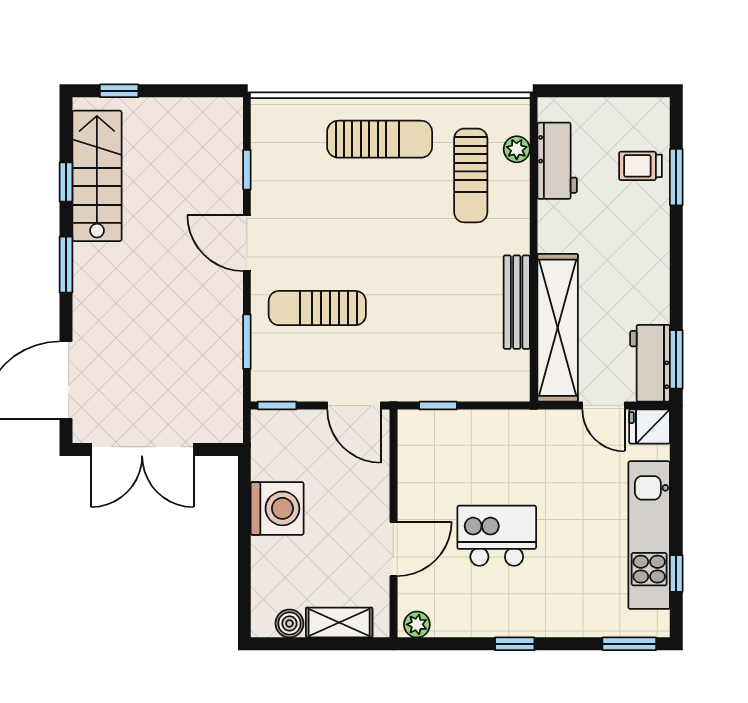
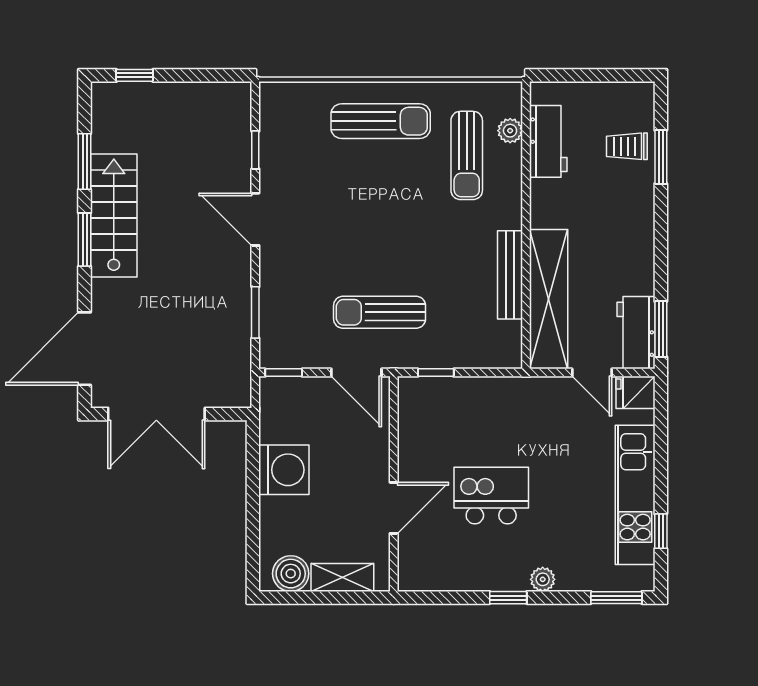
stairs: (97, 176) -> (114, 216), moved
window: (66, 182) -> (85, 162), width x1.50
sun lounger: (317, 308) -> (380, 312), moved
boiler: (289, 623) -> (291, 574), width x1.36, depth x1.36
plant: (417, 624) -> (543, 579), moved

